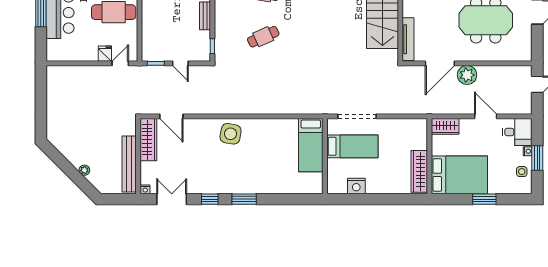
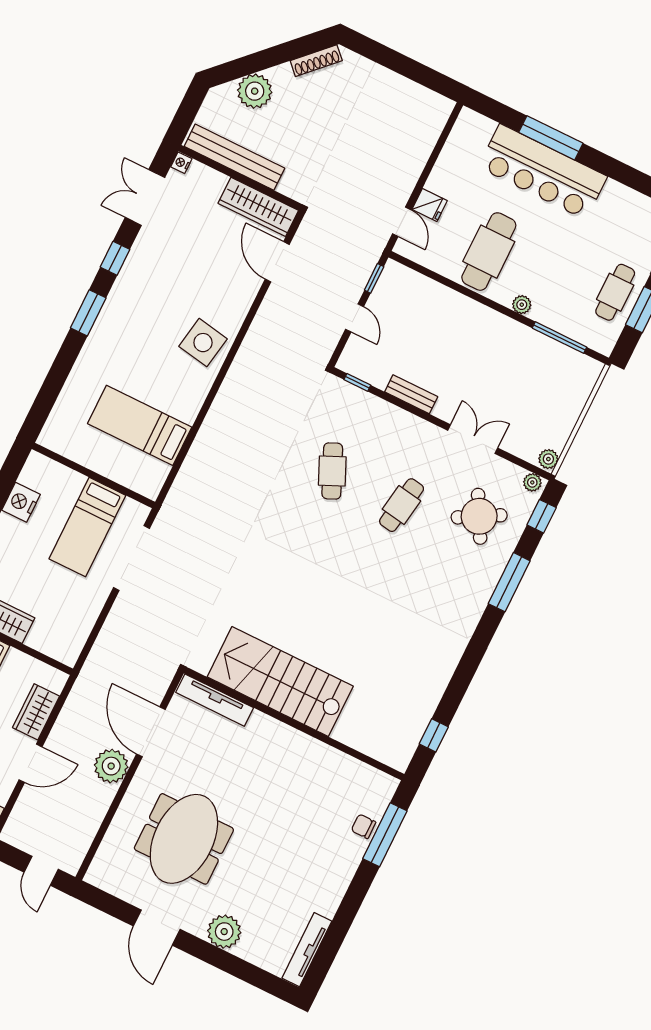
door: (180, 63) -> (355, 318), swing flipped
door: (171, 116) -> (277, 262), hinge flipped
wardrobe: (445, 126) -> (36, 712), moved
bed: (311, 145) -> (140, 425), moved
shoe rack: (60, 147) -> (316, 61), added
plant: (84, 170) -> (255, 91), width x1.88, depth x1.88
double door: (172, 199) -> (145, 197), swing flipped

